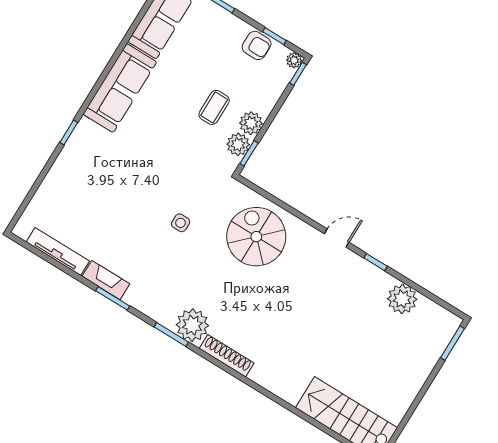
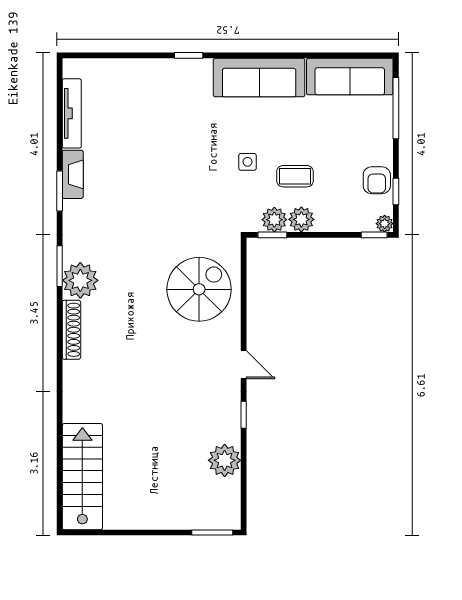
side table: (181, 223) -> (247, 162), moved

